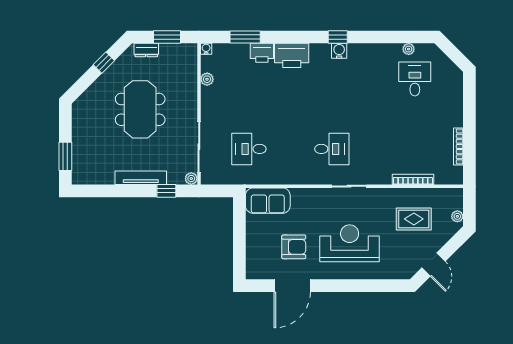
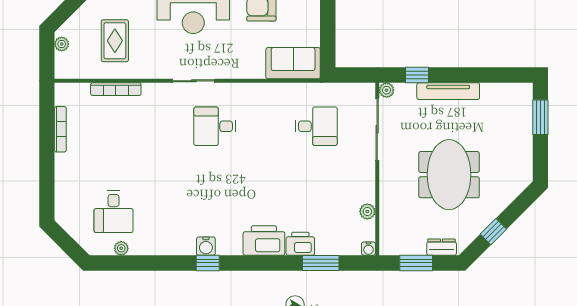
rug: (414, 219) -> (115, 41), turned 90

